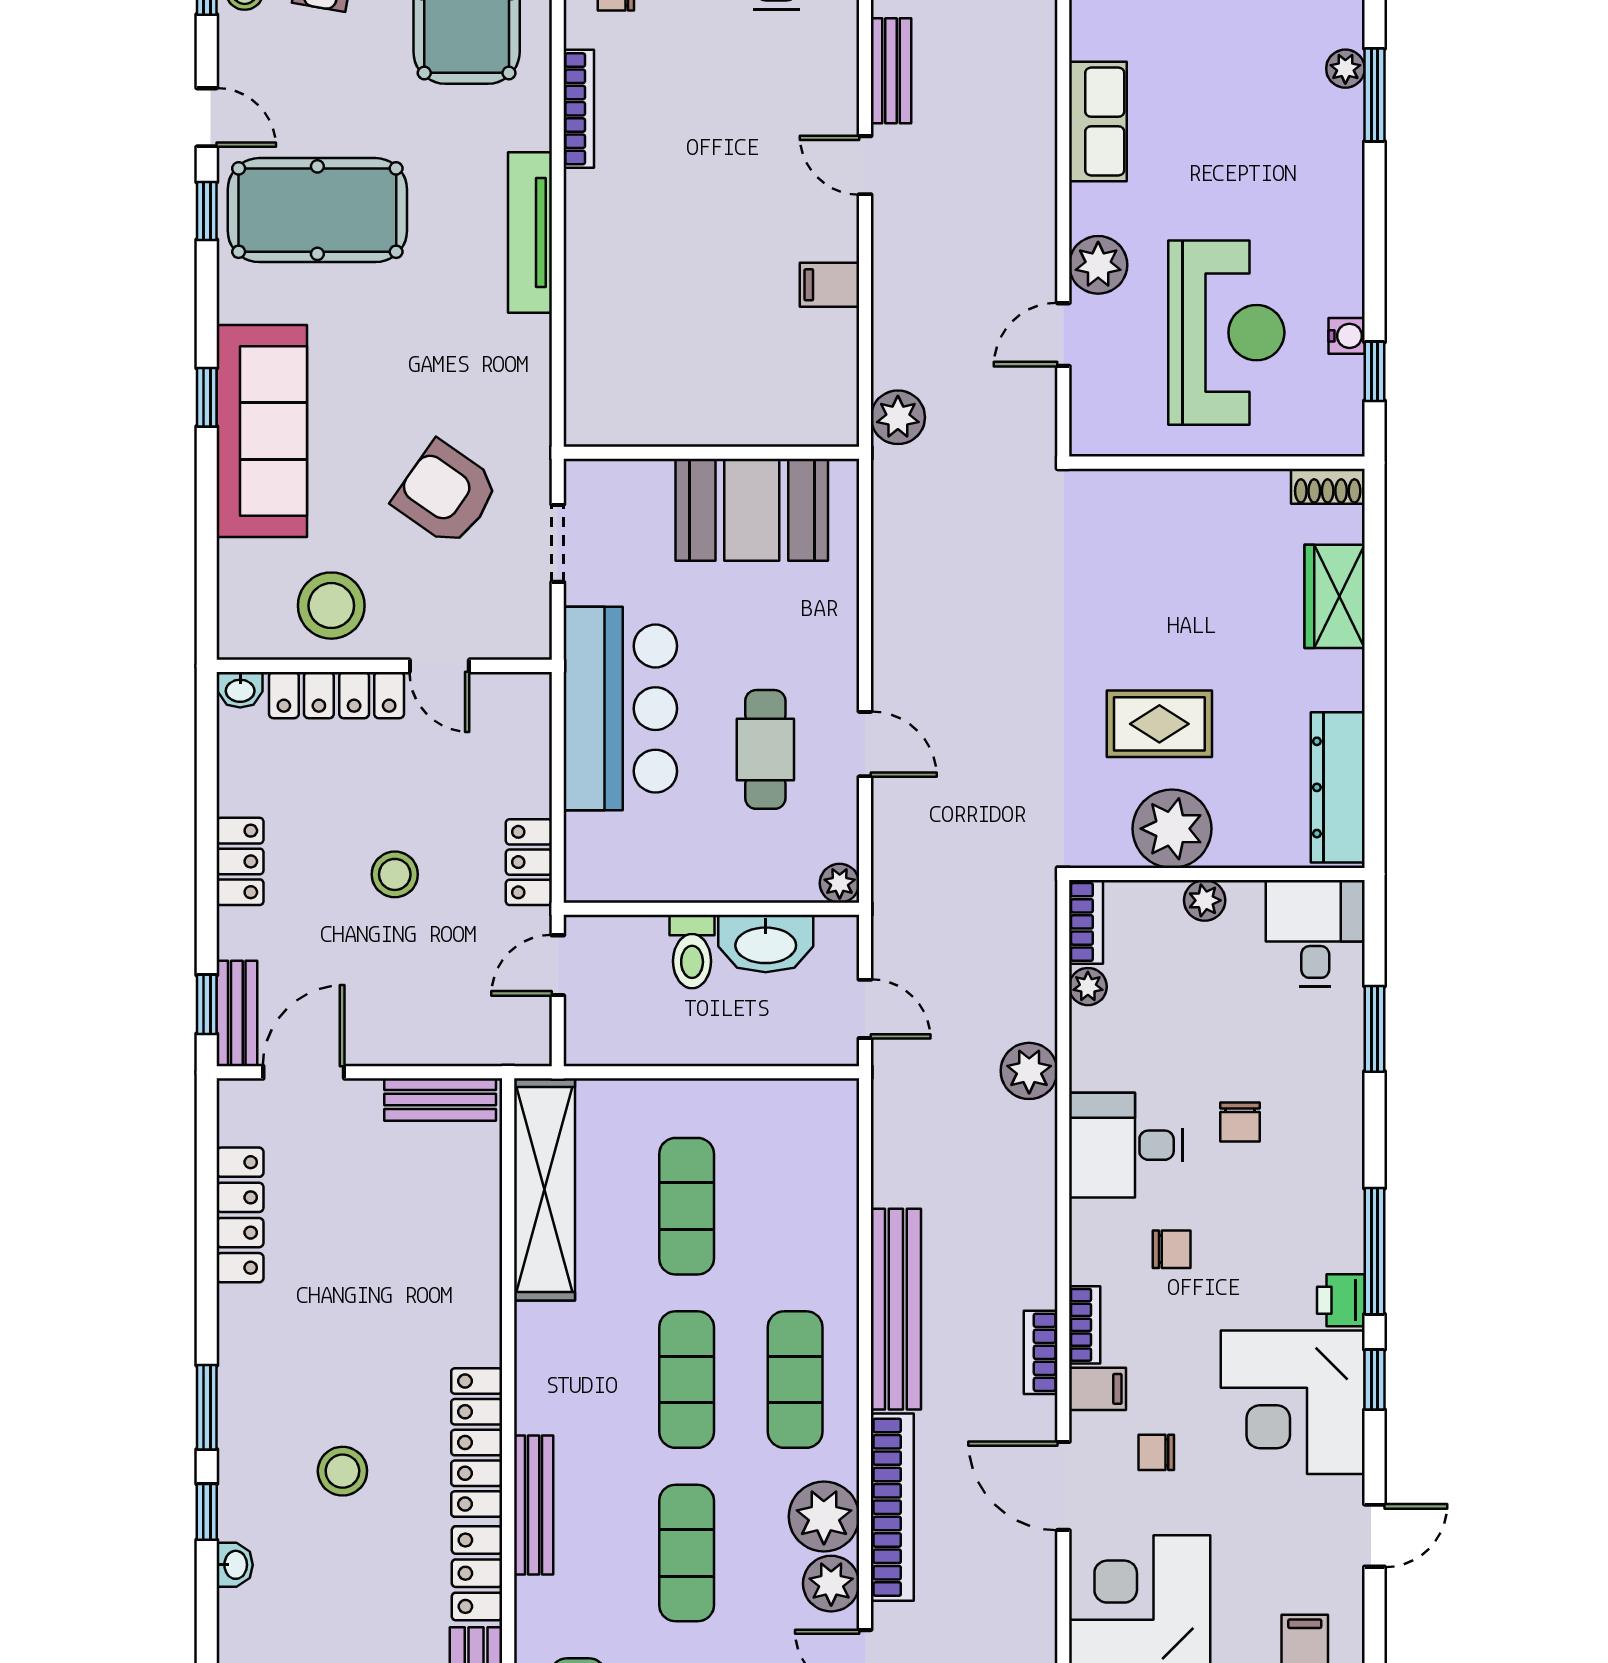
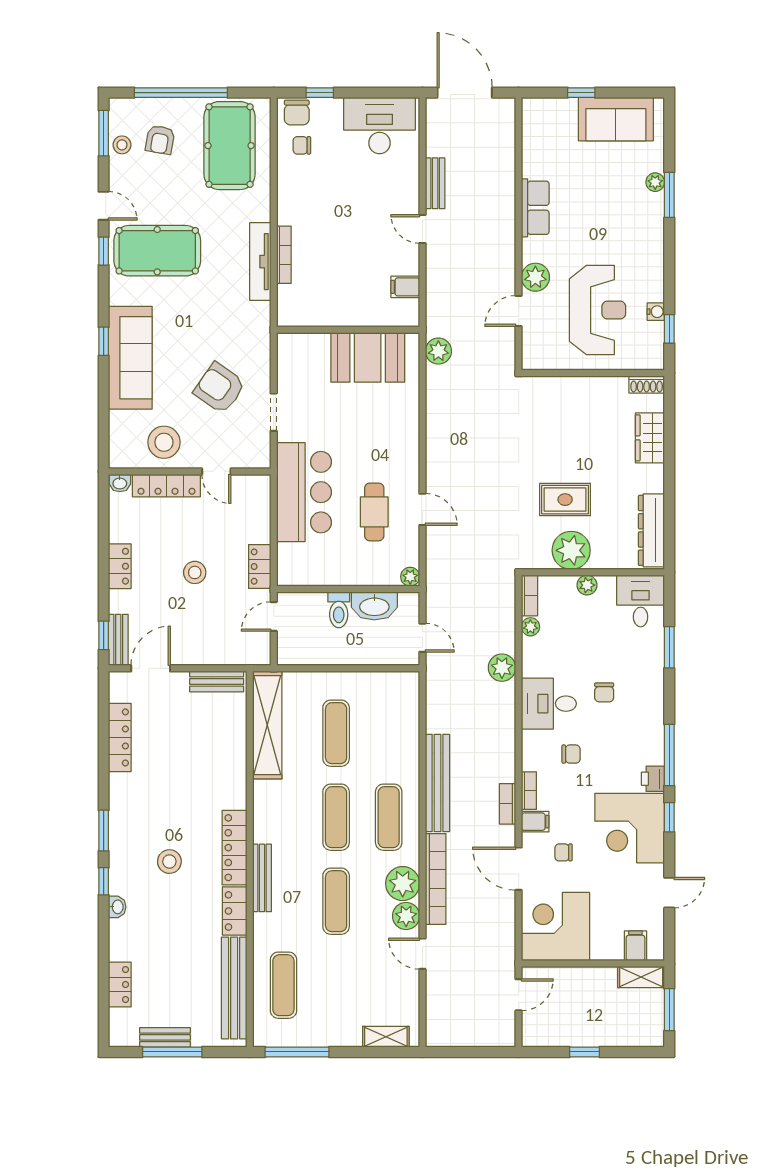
bookcase: (579, 109) -> (284, 255), moved
wall: (711, 453) -> (348, 330), moved
booth: (752, 510) -> (368, 357), moved

